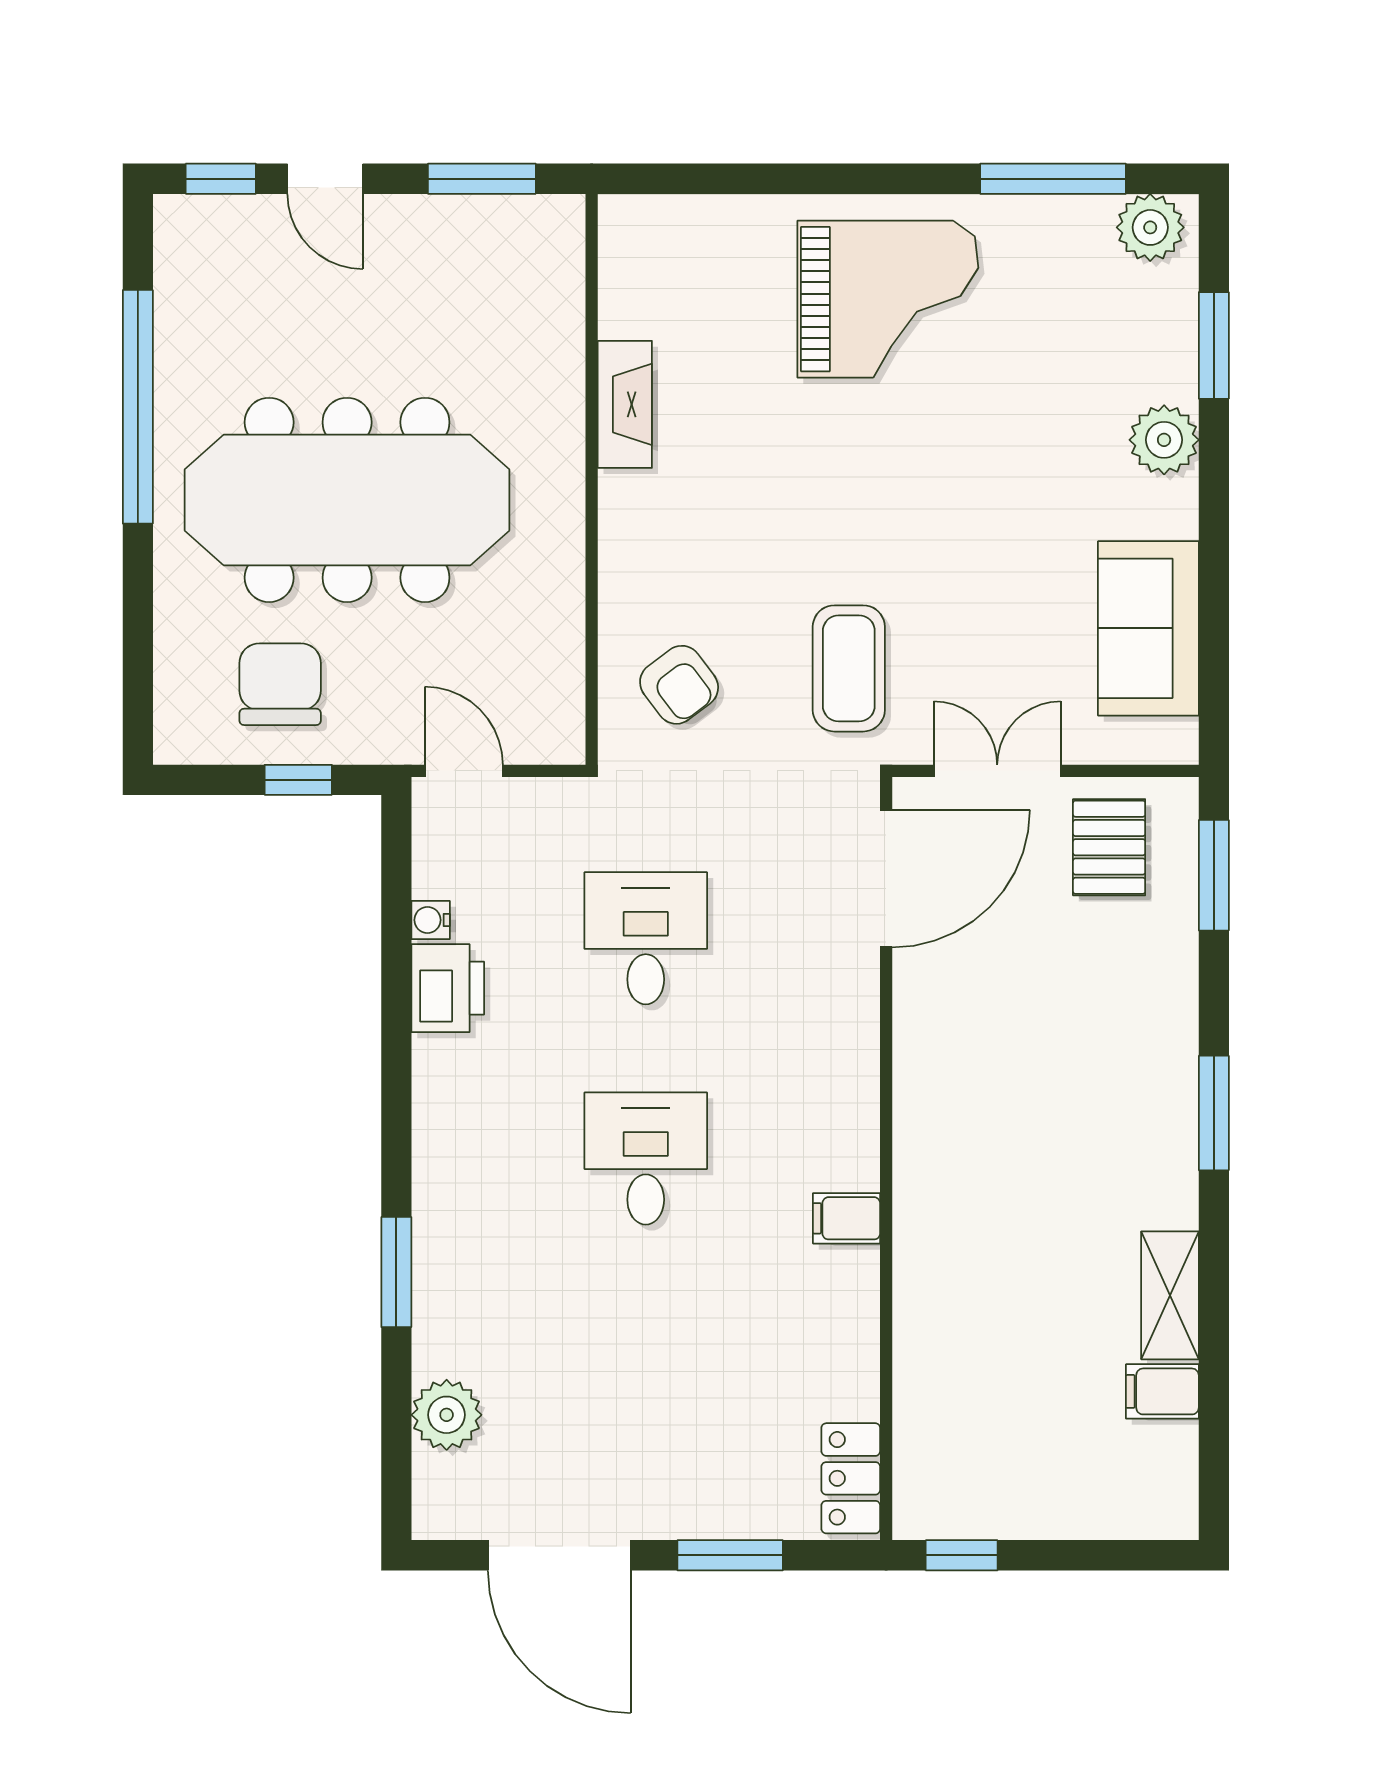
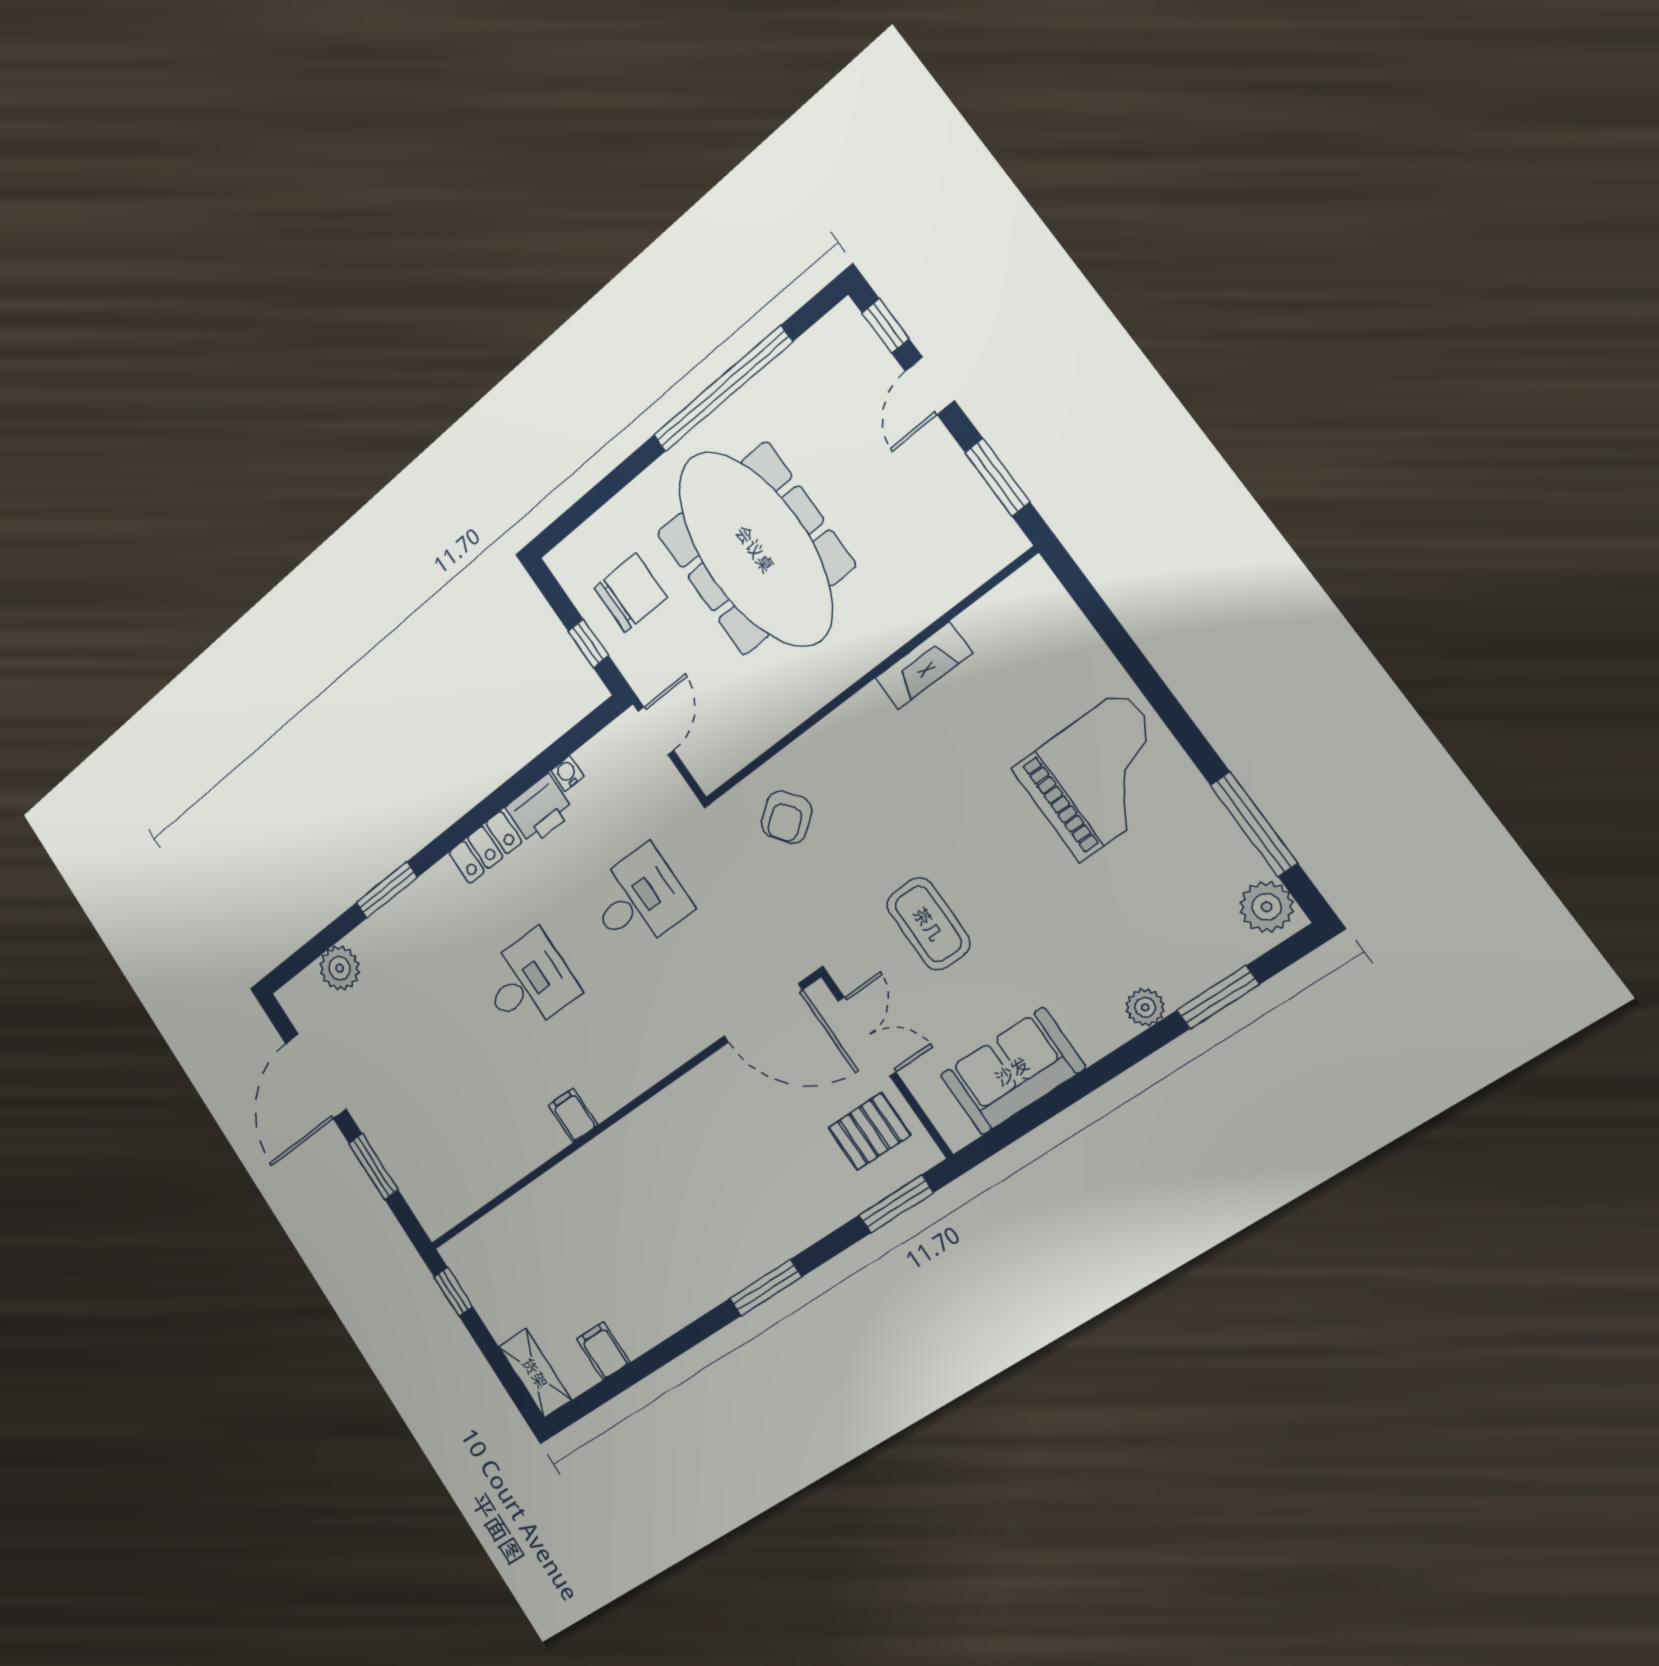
grand piano: (888, 299) -> (1101, 776), turned -90
plant: (1164, 440) -> (1145, 1007), width x0.73, depth x0.73
coffee table: (849, 668) -> (928, 924), moved, turned 90
shelving: (1170, 1295) -> (535, 1373), moved, turned 90
locker: (851, 1478) -> (485, 847), moved, turned 180

